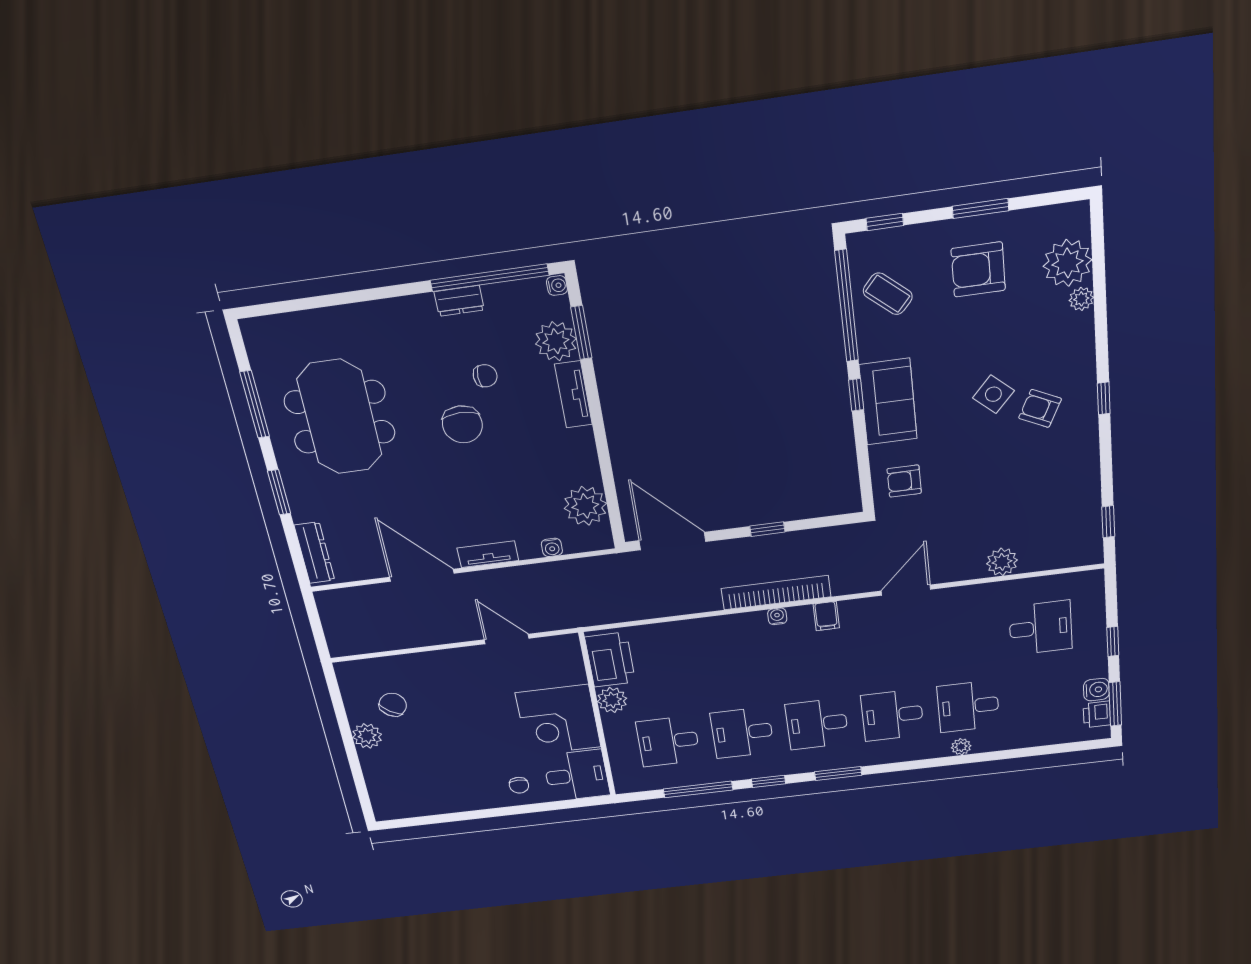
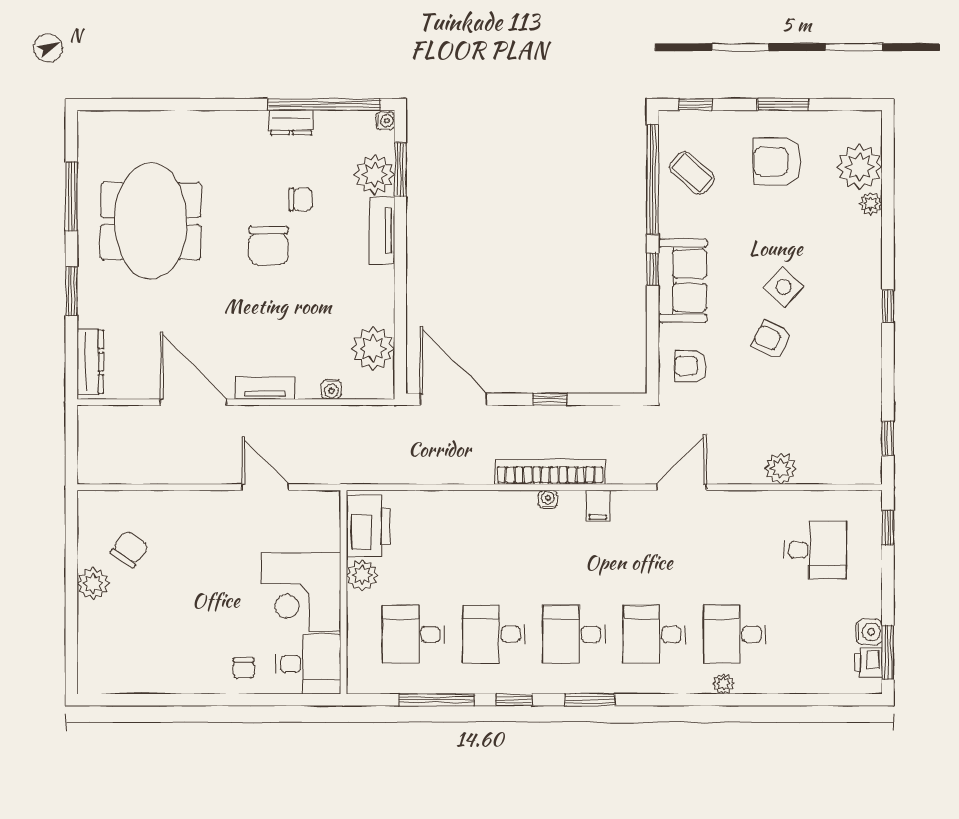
armchair: (1040, 408) -> (772, 340), moved
window: (1113, 641) -> (888, 528), moved

